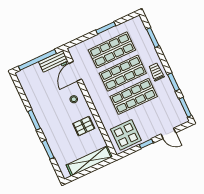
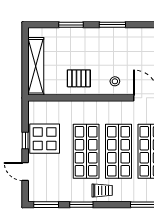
pallet: (84, 126) -> (79, 78), turned 90
door: (168, 133) -> (25, 171), hinge flipped
display table: (126, 135) -> (45, 139), moved

